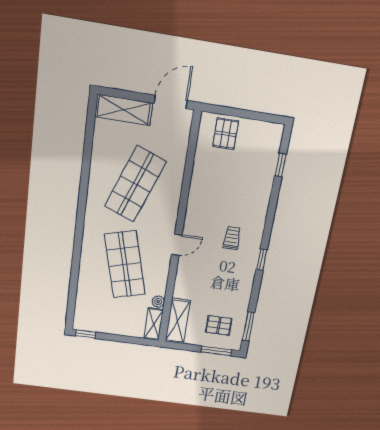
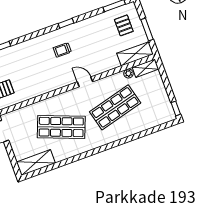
shelving: (124, 110) -> (36, 162), moved, turned 90
window: (216, 351) -> (147, 29), moved

